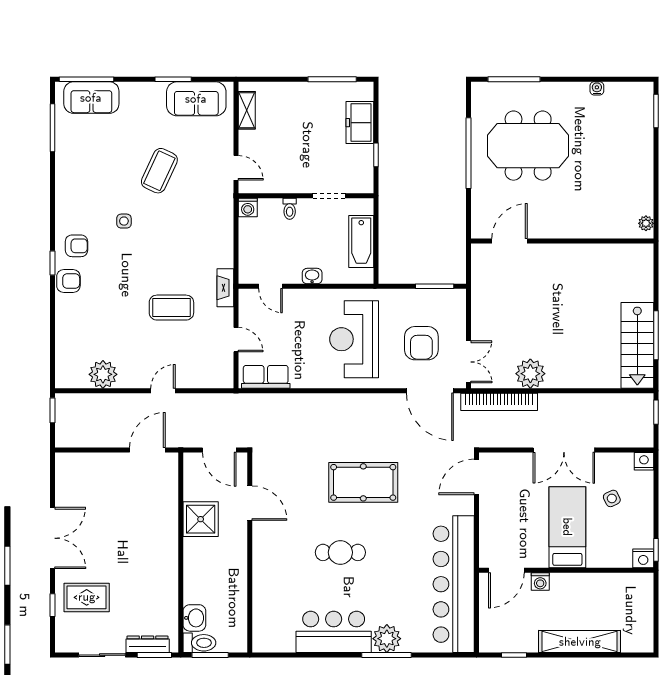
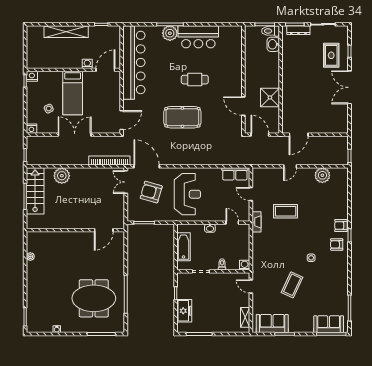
door: (510, 241) -> (104, 230), moved
wall: (562, 241) -> (75, 230), moved
armchair: (421, 343) -> (151, 192), turned -74
plant: (530, 374) -> (62, 176), moved
rug: (87, 597) -> (331, 55), turned 90

